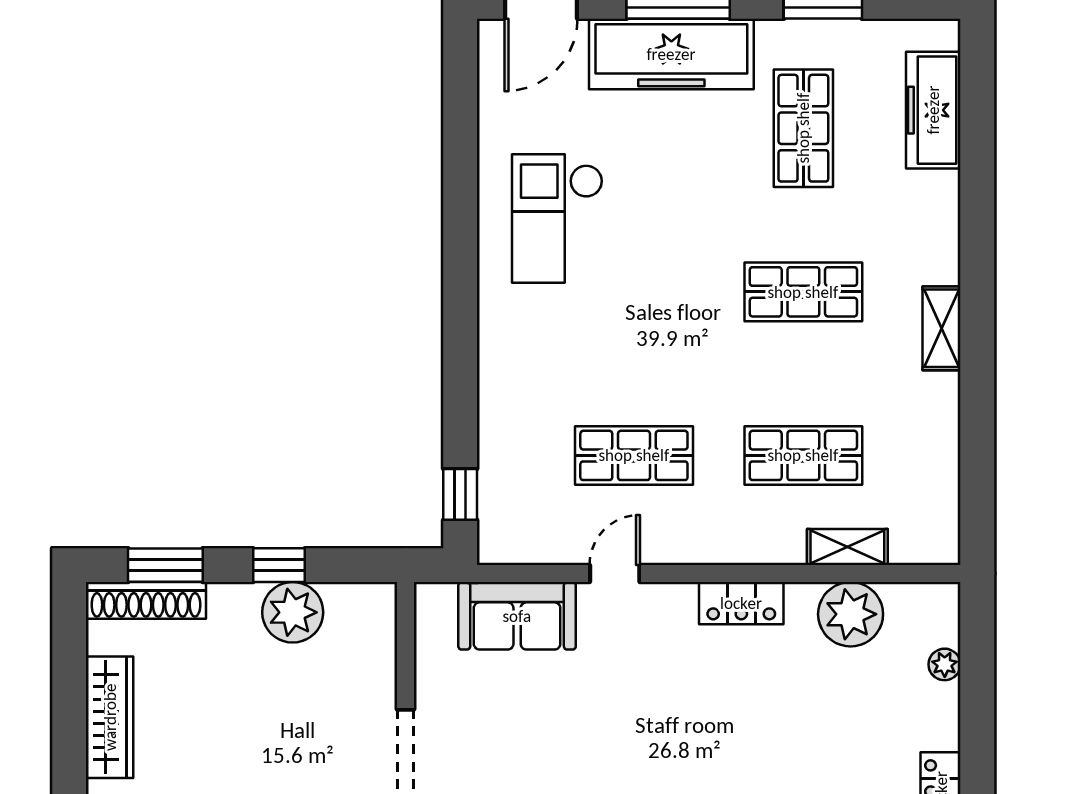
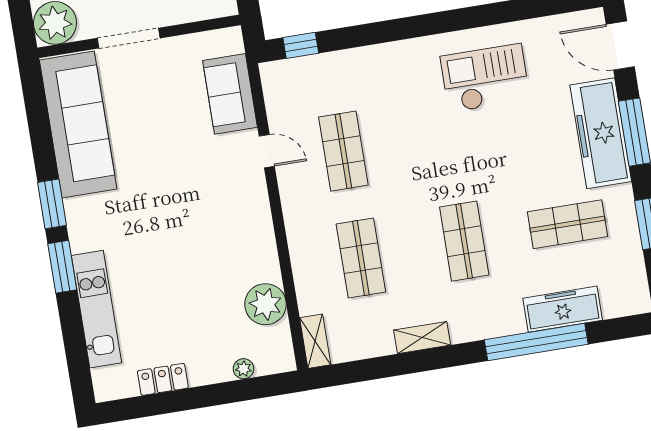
freezer: (933, 110) -> (563, 309), moved
window: (977, 206) -> (536, 342), added
shelving: (941, 328) -> (422, 338), moved
shelving: (847, 547) -> (315, 341), moved
locker: (741, 603) -> (261, 234), removed

